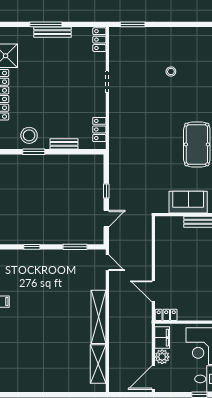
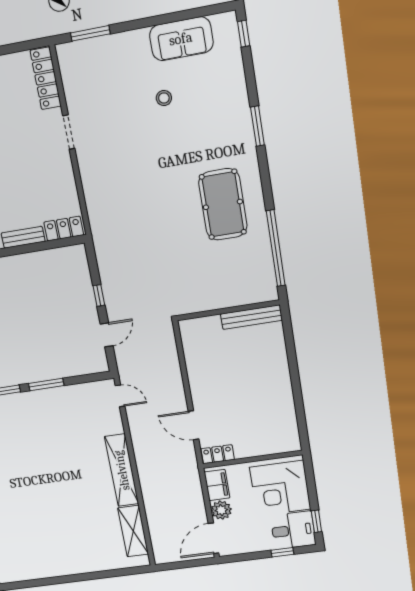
locker: (99, 40) -> (46, 78), width x1.53
locker: (99, 129) -> (64, 229), moved, turned 90
sofa: (188, 202) -> (181, 39), moved, turned 180
window: (75, 247) -> (46, 384), moved

